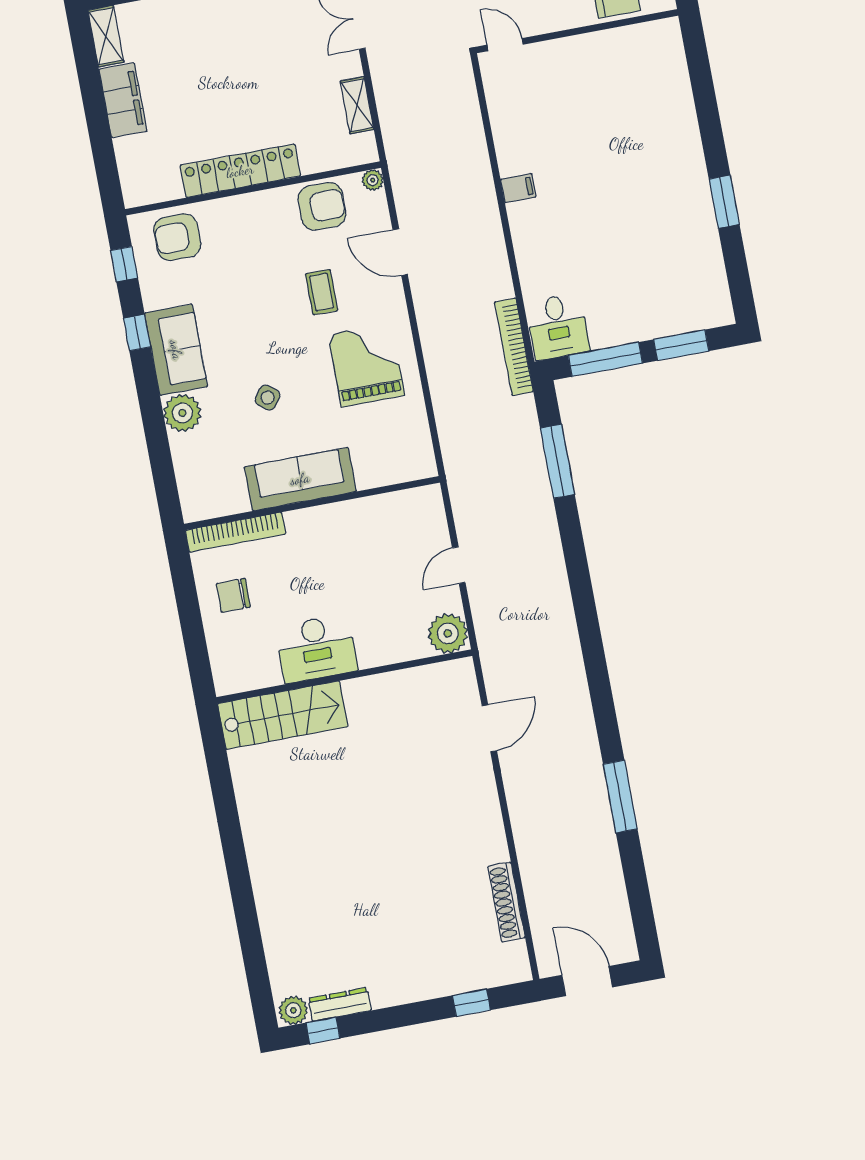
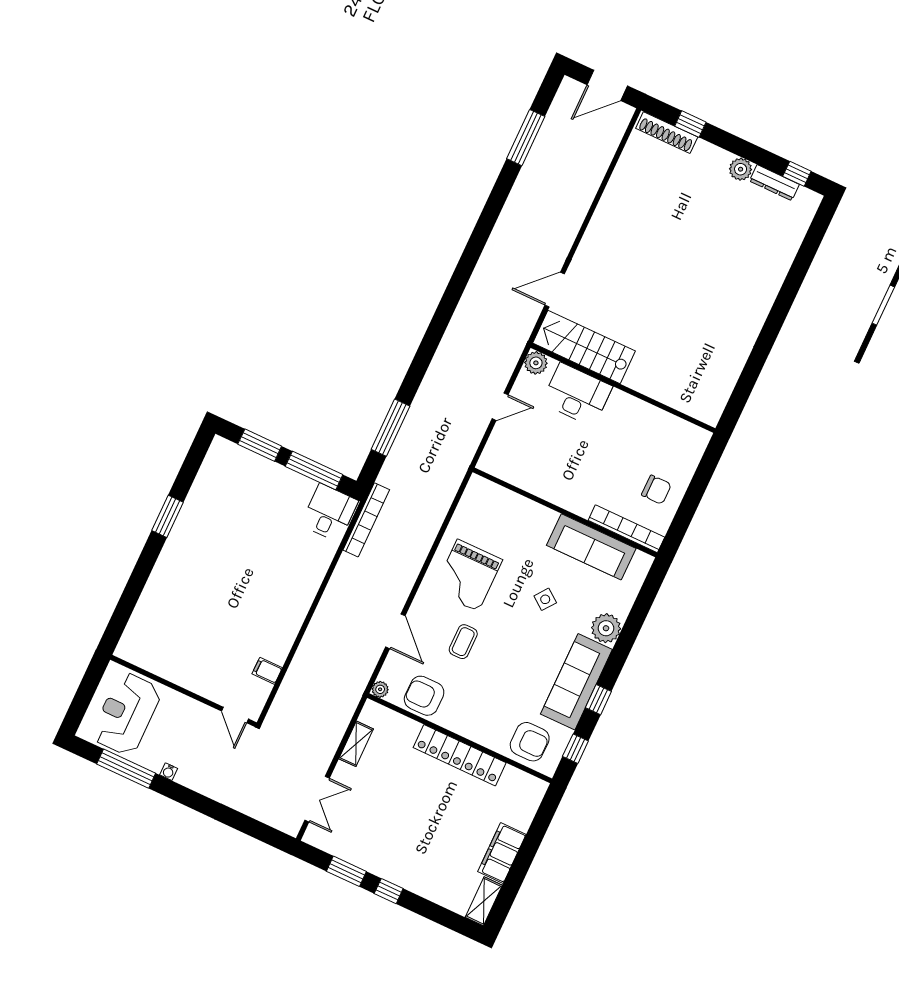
filing cabinet: (518, 188) -> (267, 671), moved
sofa: (176, 350) -> (576, 682), width x1.36
sofa: (300, 479) -> (591, 547), moved
plant: (448, 633) -> (536, 363), width x0.73, depth x0.73
desk: (316, 648) -> (577, 395), moved
stairs: (283, 715) -> (584, 347), moved
window: (620, 796) -> (526, 138), moved
shoe rack: (506, 902) -> (667, 133), moved, turned 90
door: (587, 981) -> (607, 85), hinge flipped
plant: (293, 1010) -> (741, 169), moved

